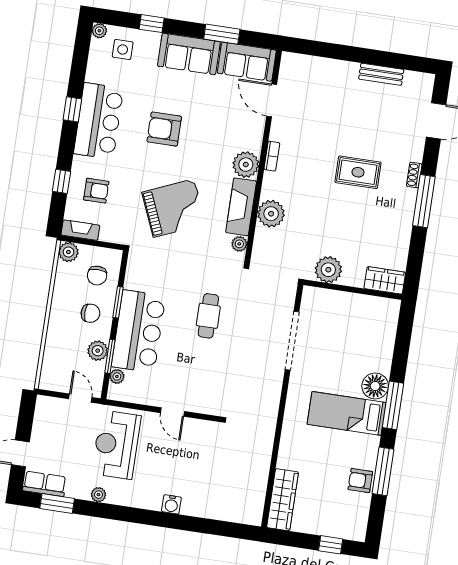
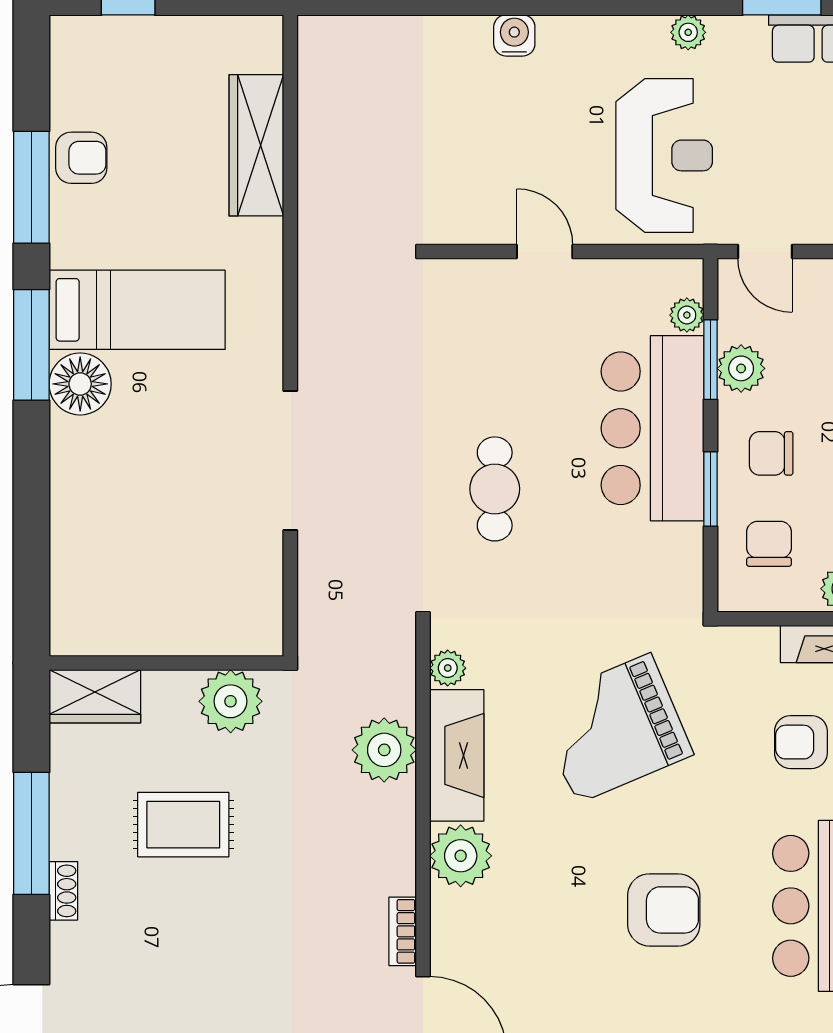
bookcase: (272, 156) -> (403, 931), moved
rug: (358, 172) -> (183, 825), moved
plant: (328, 270) -> (231, 701), moved
wardrobe: (385, 280) -> (95, 696), moved
wall: (353, 290) -> (166, 663), moved
wardrobe: (283, 500) -> (256, 145), moved

